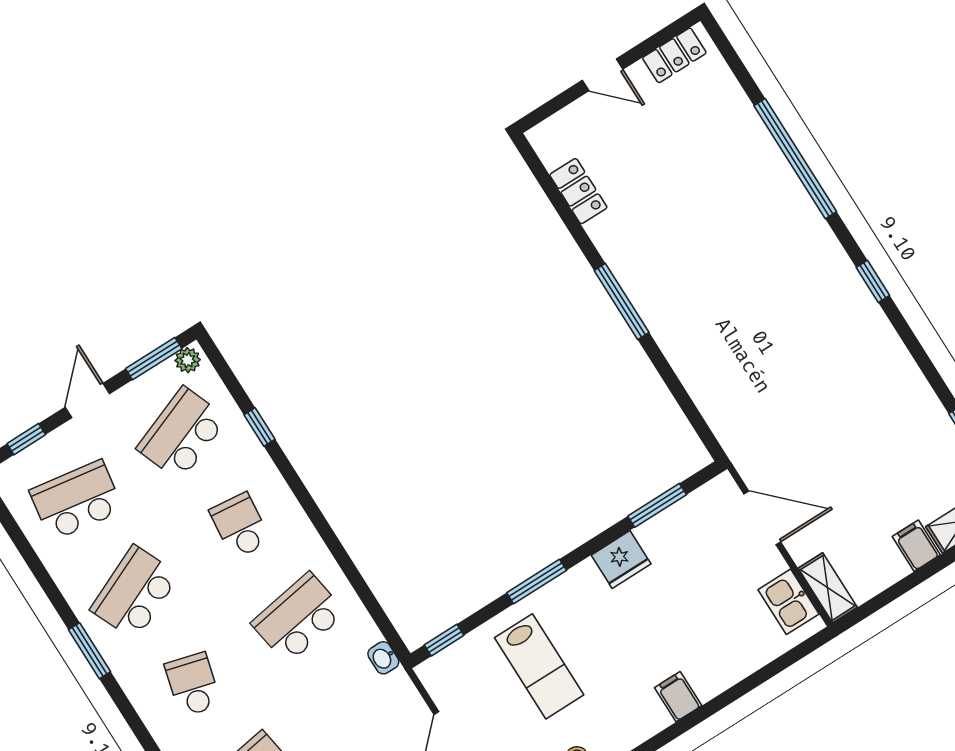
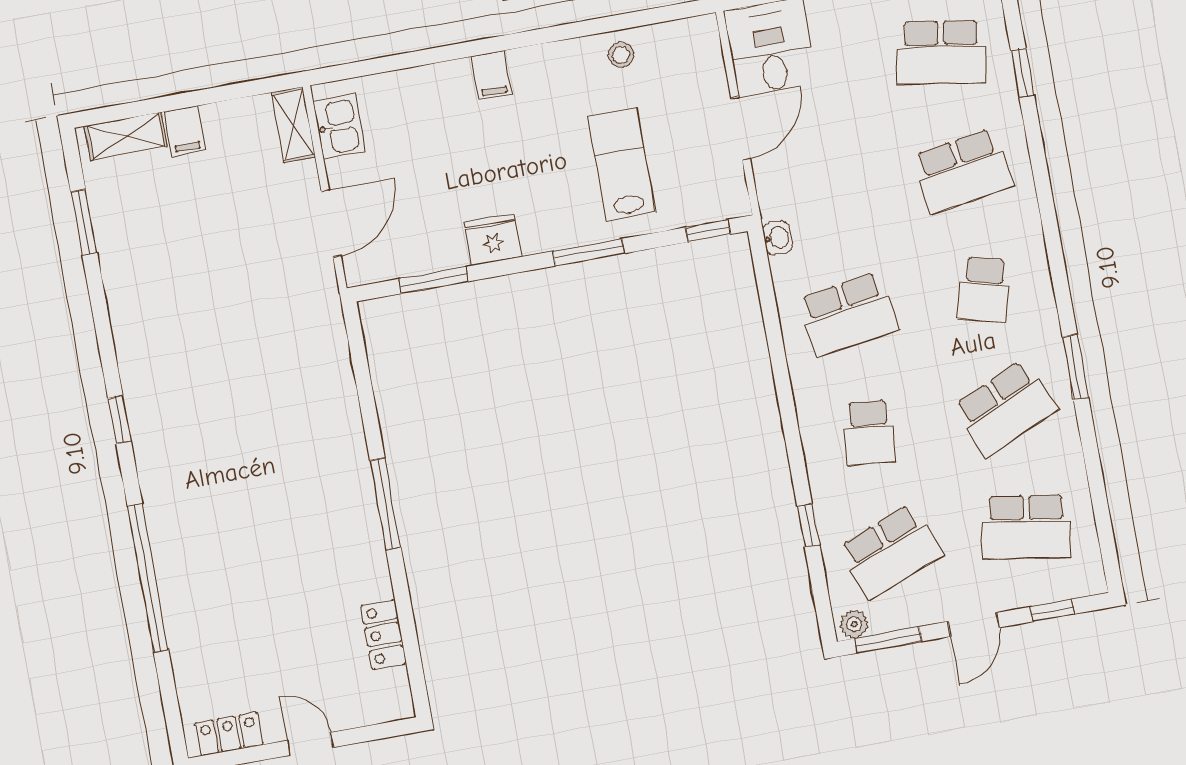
door: (762, 518) -> (331, 223), swing flipped

